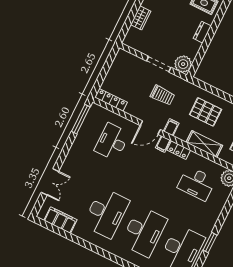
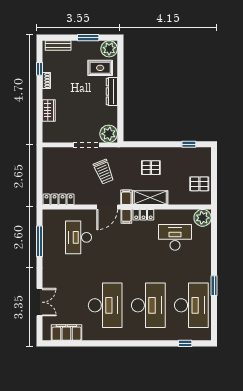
dresser: (202, 32) -> (112, 91), width x1.44
trolley: (162, 95) -> (104, 172), turned 68
pallet: (206, 112) -> (151, 168), width x0.67, depth x0.71
window: (81, 119) -> (40, 241), moved
shelving: (204, 144) -> (150, 198), moved
desk: (197, 183) -> (175, 237), turned 180

